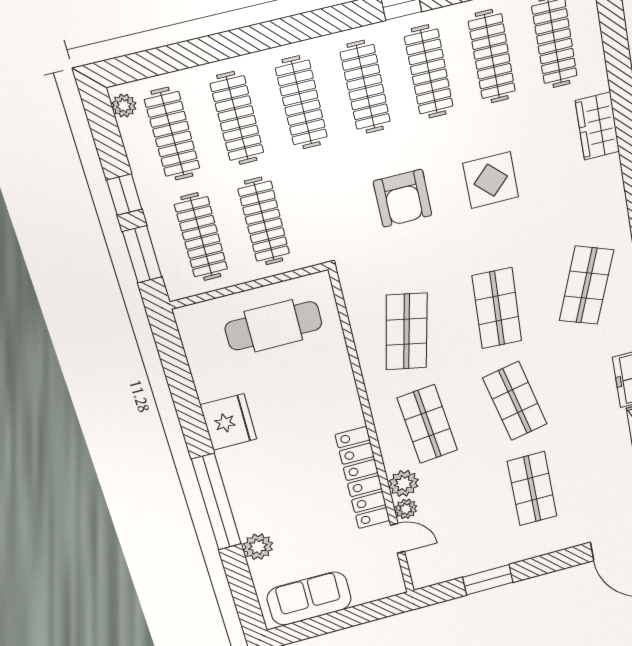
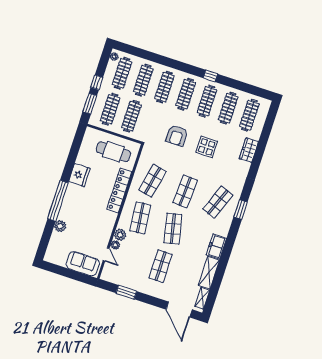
locker: (363, 478) -> (119, 191), moved
sofa: (309, 599) -> (83, 264), moved

